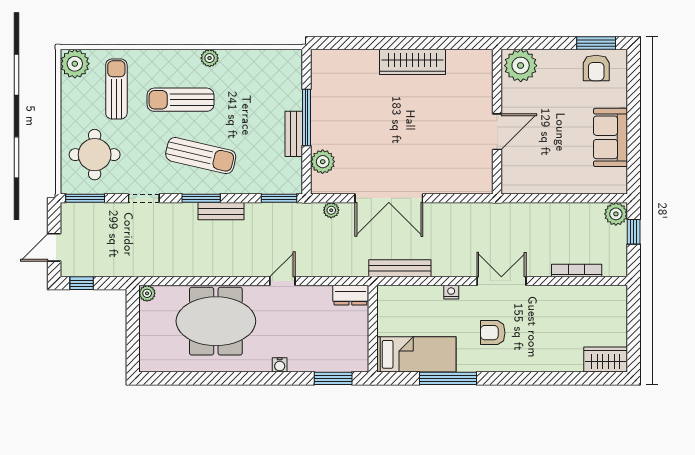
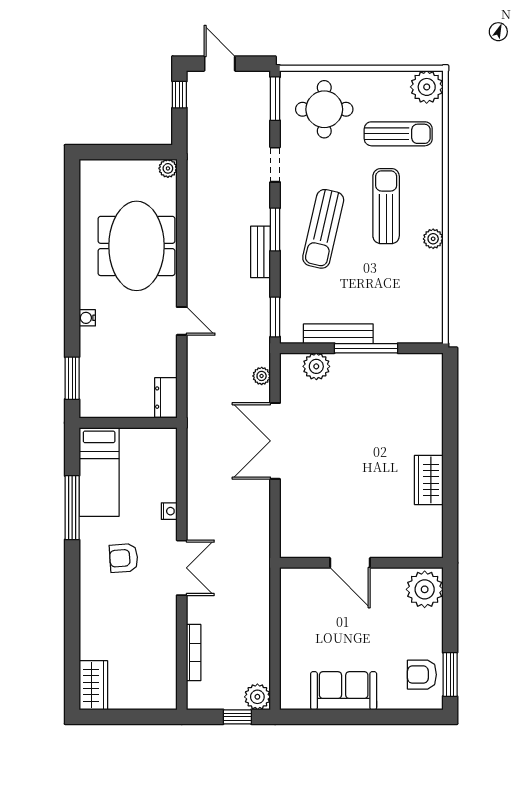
wardrobe: (413, 62) -> (429, 480), width x0.67
bench: (294, 134) -> (338, 334), width x1.36
bench: (400, 268) -> (196, 453), removed
armchair: (493, 333) -> (124, 558), turned -94

